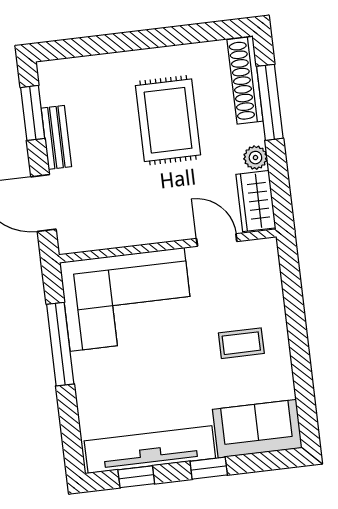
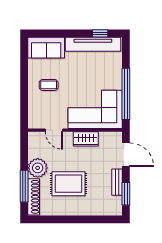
rug: (168, 120) -> (68, 184), turned 90
plant: (255, 158) -> (38, 168), width x1.87, depth x1.87
wardrobe: (256, 201) -> (86, 139), moved, turned 90
window: (60, 344) -> (126, 94), width x1.46
window: (209, 468) -> (69, 33), removed

